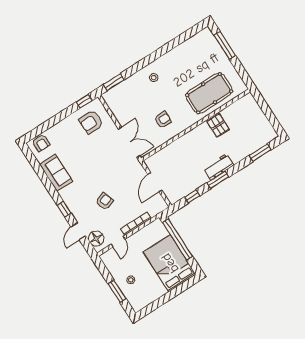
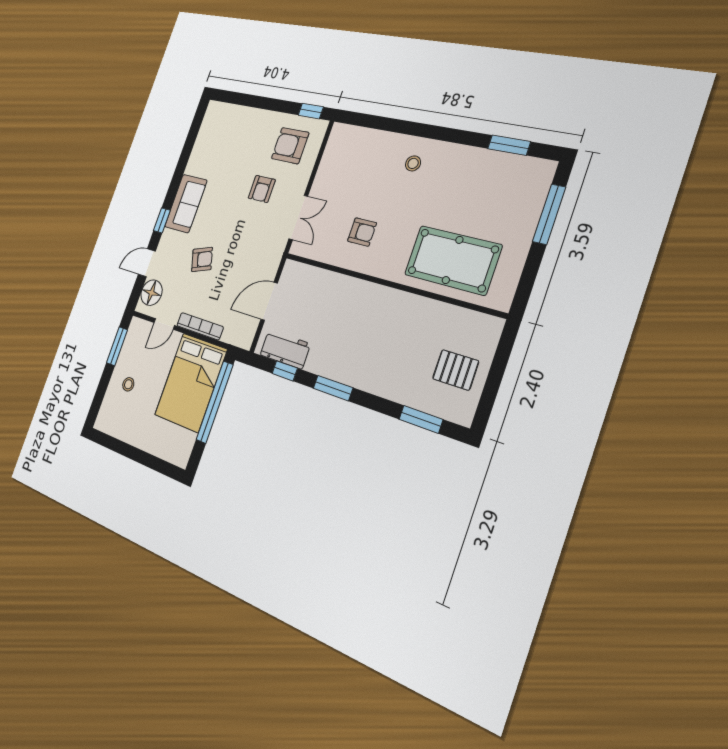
window: (114, 82) -> (509, 145), moved
pallet: (218, 125) -> (456, 370), moved, turned 90
double door: (129, 142) -> (298, 218), width x0.73
armchair: (41, 143) -> (262, 189), moved
workbench: (219, 167) -> (285, 349), moved
sofa: (56, 173) -> (186, 203), moved
bed: (170, 263) -> (191, 382), moved, turned 180
window: (117, 291) -> (117, 346), moved

